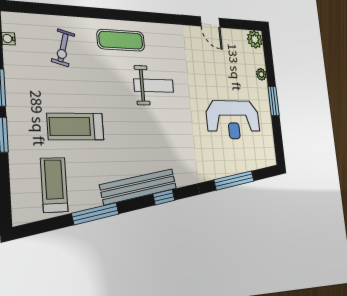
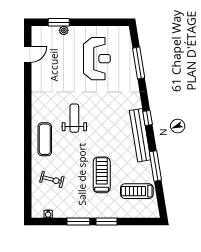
door: (210, 22) -> (28, 54), moved
plant: (255, 39) -> (38, 33), removed
window: (274, 101) -> (59, 22), moved
treadmill: (76, 126) -> (102, 175), turned 180

